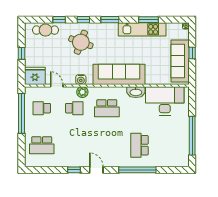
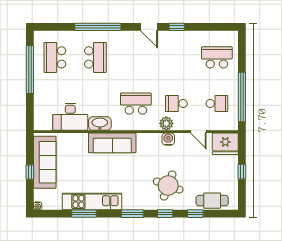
sofa: (119, 74) -> (112, 143), width x0.74, depth x0.79
desk: (165, 101) -> (70, 117), width x0.73, depth x0.77
school desk: (172, 145) -> (55, 57), added

